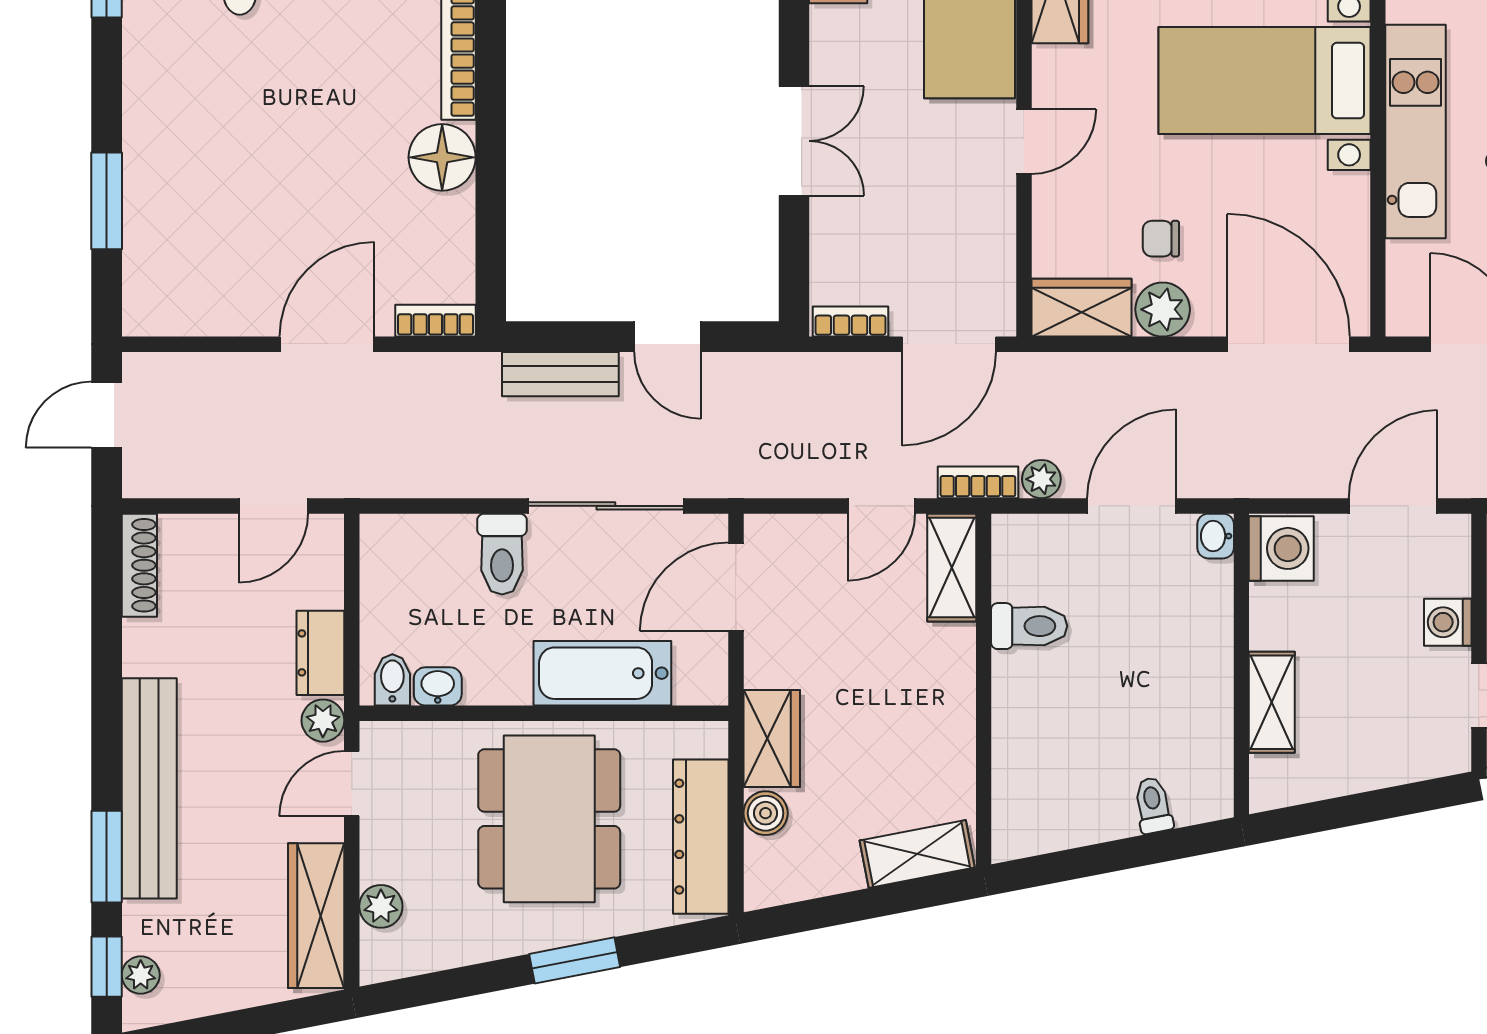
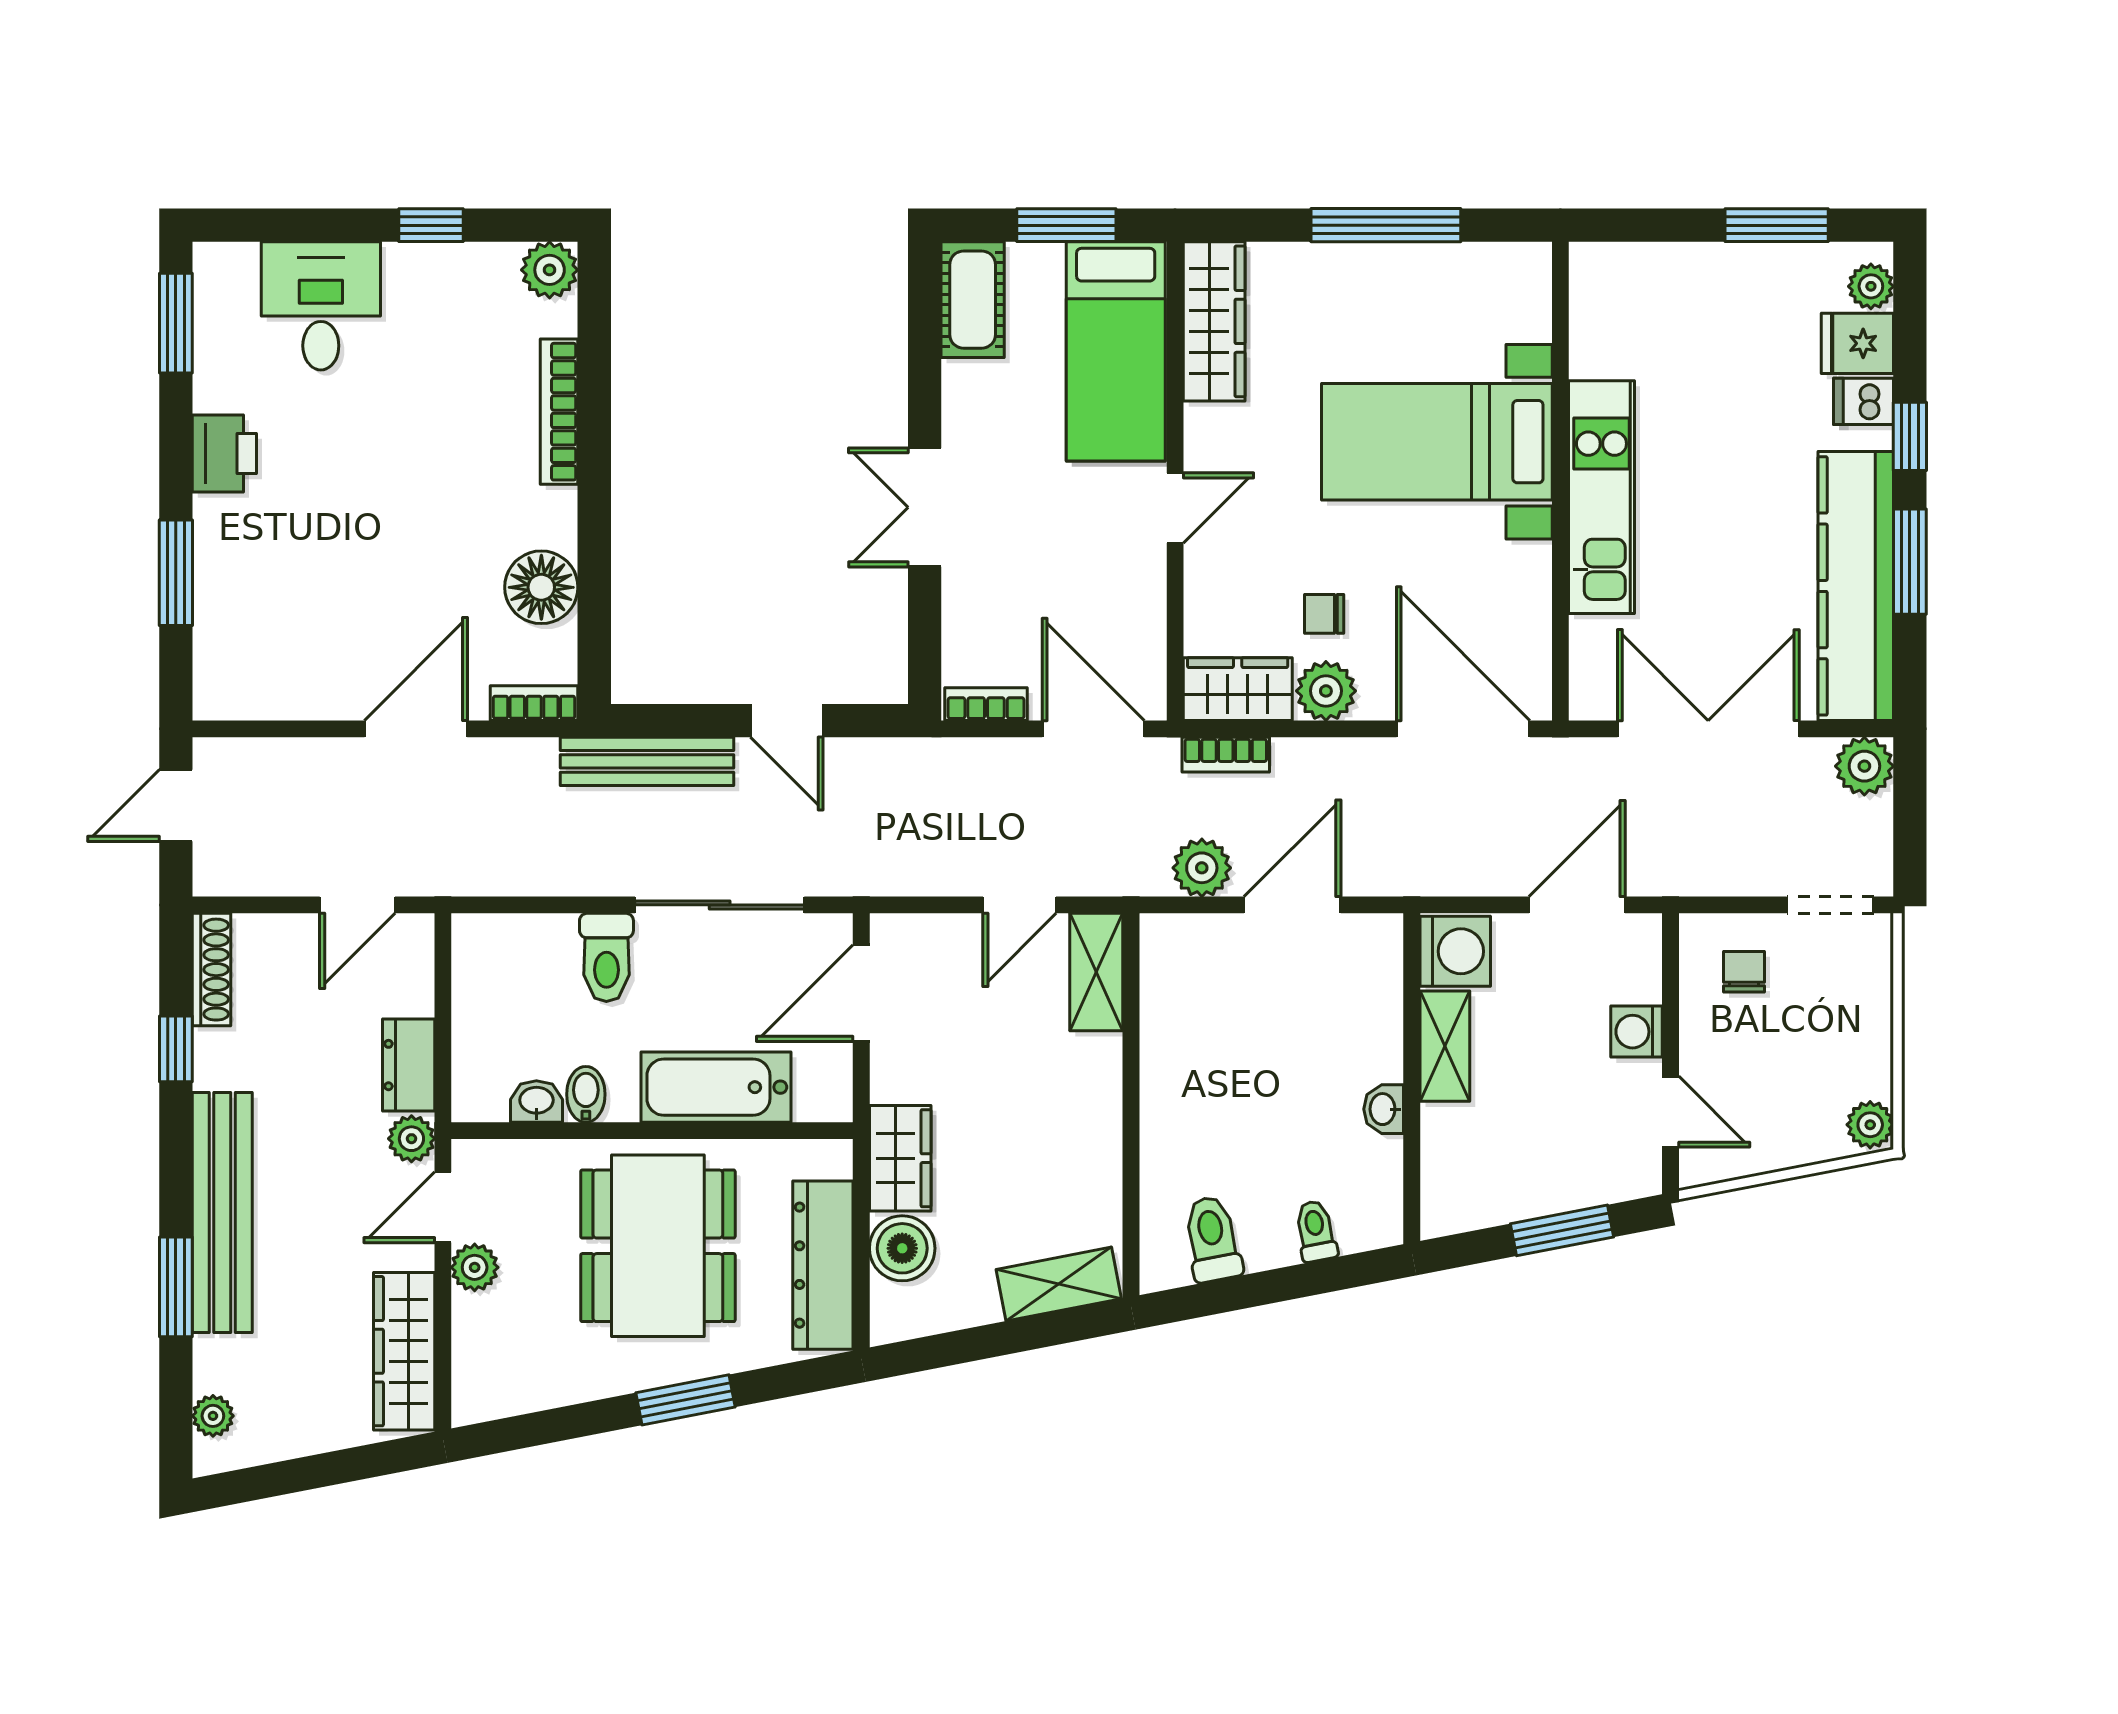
printer: (151, 91) -> (224, 454), added
double door: (794, 141) -> (925, 507), swing flipped
floor lamp: (442, 157) -> (541, 587), moved
door: (949, 344) -> (1093, 729), swing flipped
bench: (560, 374) -> (647, 761), width x1.36
plant: (1041, 479) -> (1202, 868), width x1.38, depth x1.38
bookcase: (978, 482) -> (1226, 755), moved, turned 180
washbasin: (1216, 536) -> (1384, 1109), moved
toilet: (1029, 626) -> (1212, 1239), moved, turned -101
bidet: (392, 680) -> (586, 1094), moved
shelving: (1272, 702) -> (1445, 1046), moved
window: (1379, 805) -> (1562, 1230), added
boiler: (766, 813) -> (902, 1248), width x1.36, depth x1.36
plant: (381, 906) -> (475, 1267), moved
window: (107, 967) -> (176, 1049), moved

